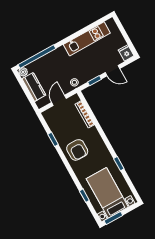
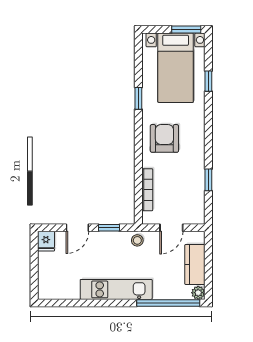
kitchen unit: (87, 39) -> (116, 289), moved
door: (113, 71) -> (77, 228), swing flipped
armchair: (77, 150) -> (164, 138), moved

